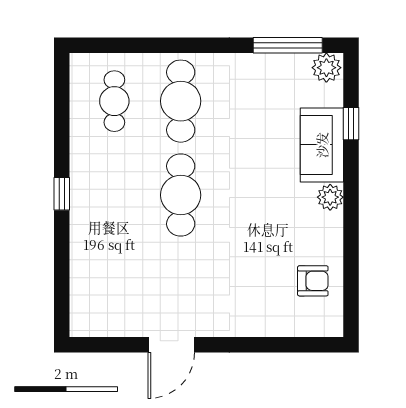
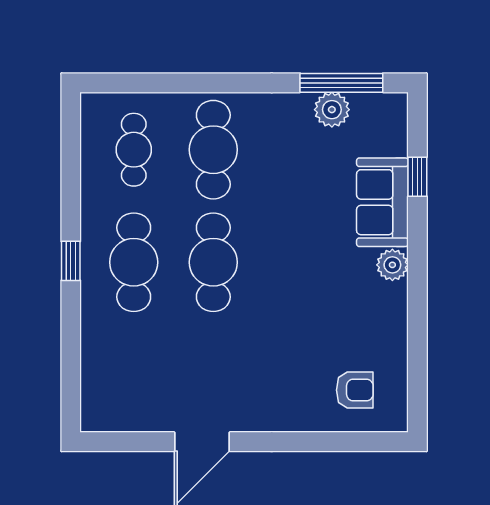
plant: (326, 68) -> (332, 110), moved
cafe table: (114, 195) -> (134, 262), added
armchair: (313, 281) -> (355, 390), moved

